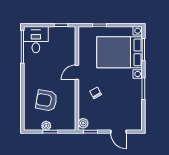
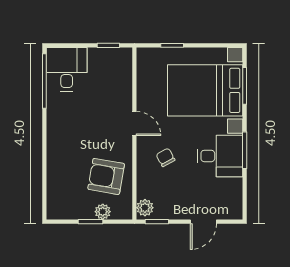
door: (77, 72) -> (134, 124), swing flipped
desk: (129, 92) -> (220, 156), added
armchair: (46, 100) -> (106, 176), moved
plant: (46, 126) -> (103, 212), moved
door: (118, 132) -> (203, 222), hinge flipped

